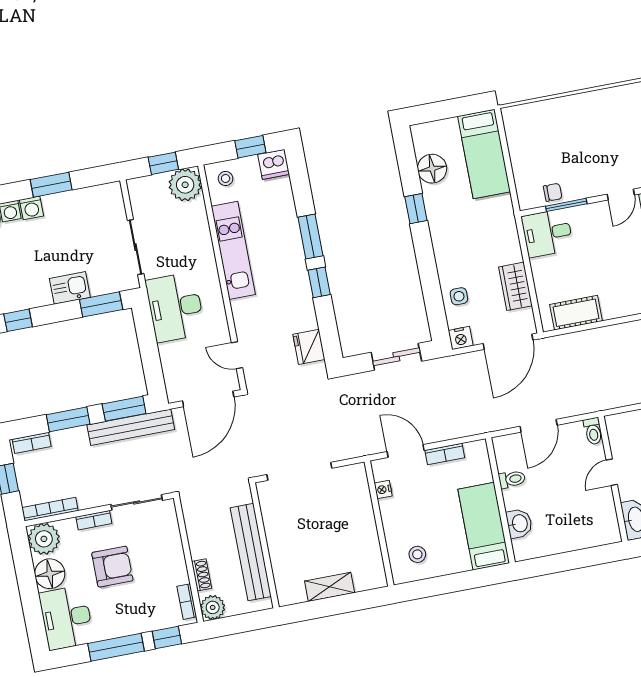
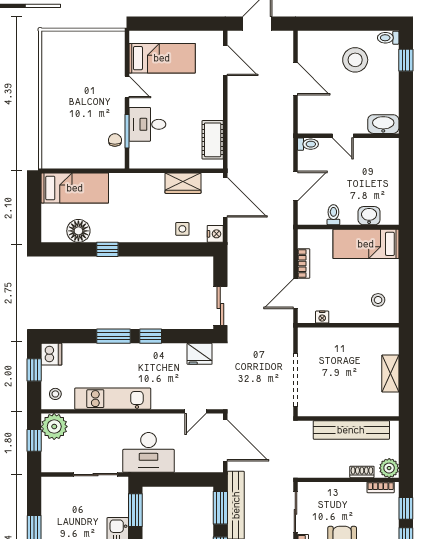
desk: (547, 233) -> (147, 124), moved, turned 90
sliding door: (396, 357) -> (220, 306), moved
door: (539, 426) -> (295, 186), hinge flipped

